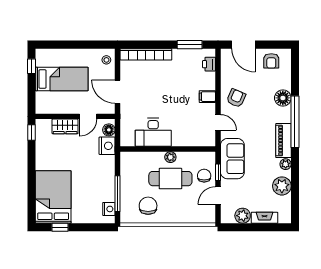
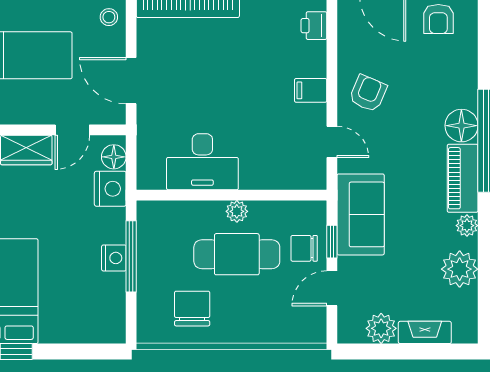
floor lamp: (283, 98) -> (461, 126), moved
chair: (204, 176) -> (304, 248), turned -90
window: (118, 194) -> (131, 256), moved
nightstand: (109, 209) -> (114, 258), moved

